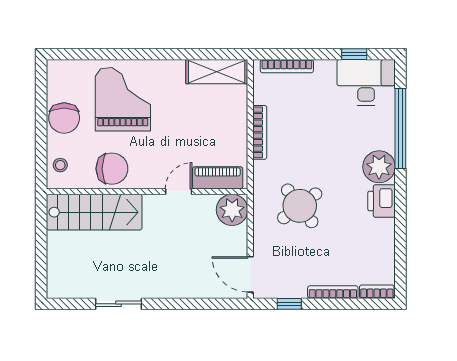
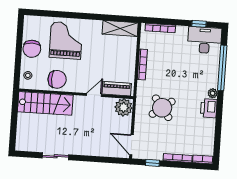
plant: (379, 167) -> (213, 93), width x0.53, depth x0.53

